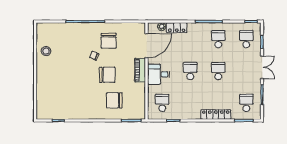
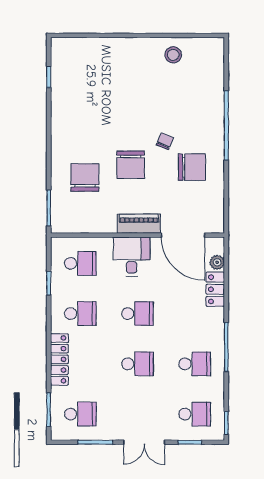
chair: (109, 41) -> (192, 167), turned 180
school desk: (190, 103) -> (80, 314), added

